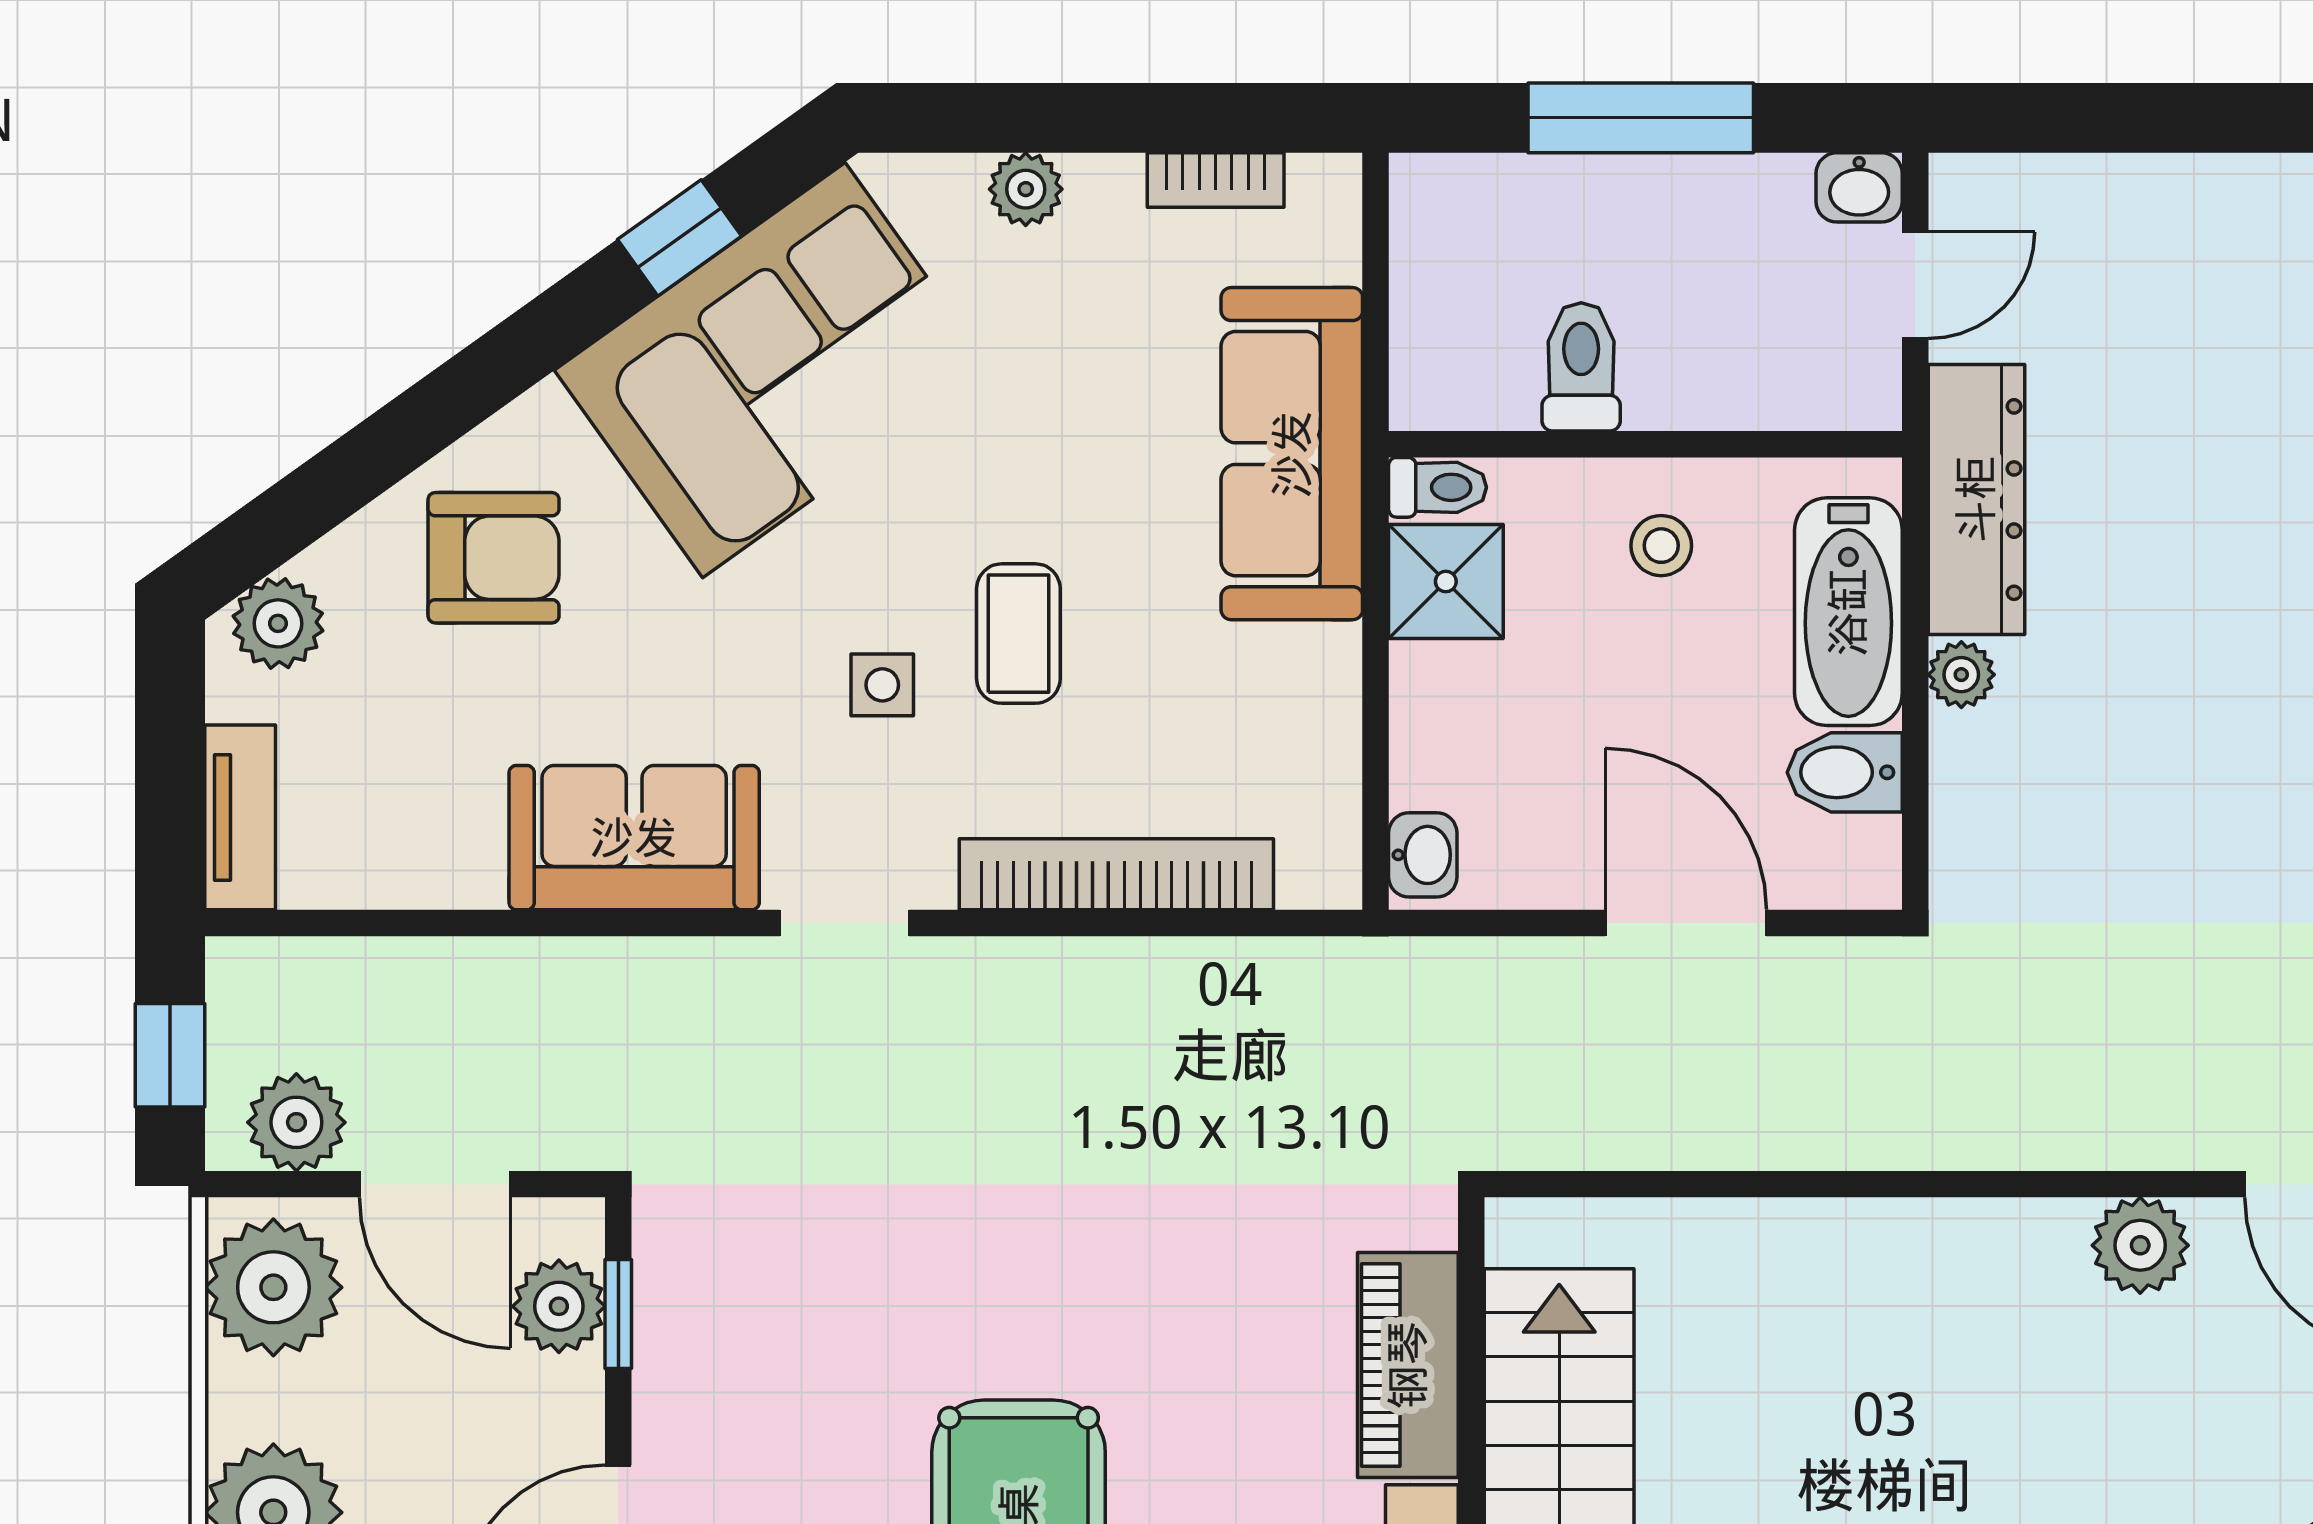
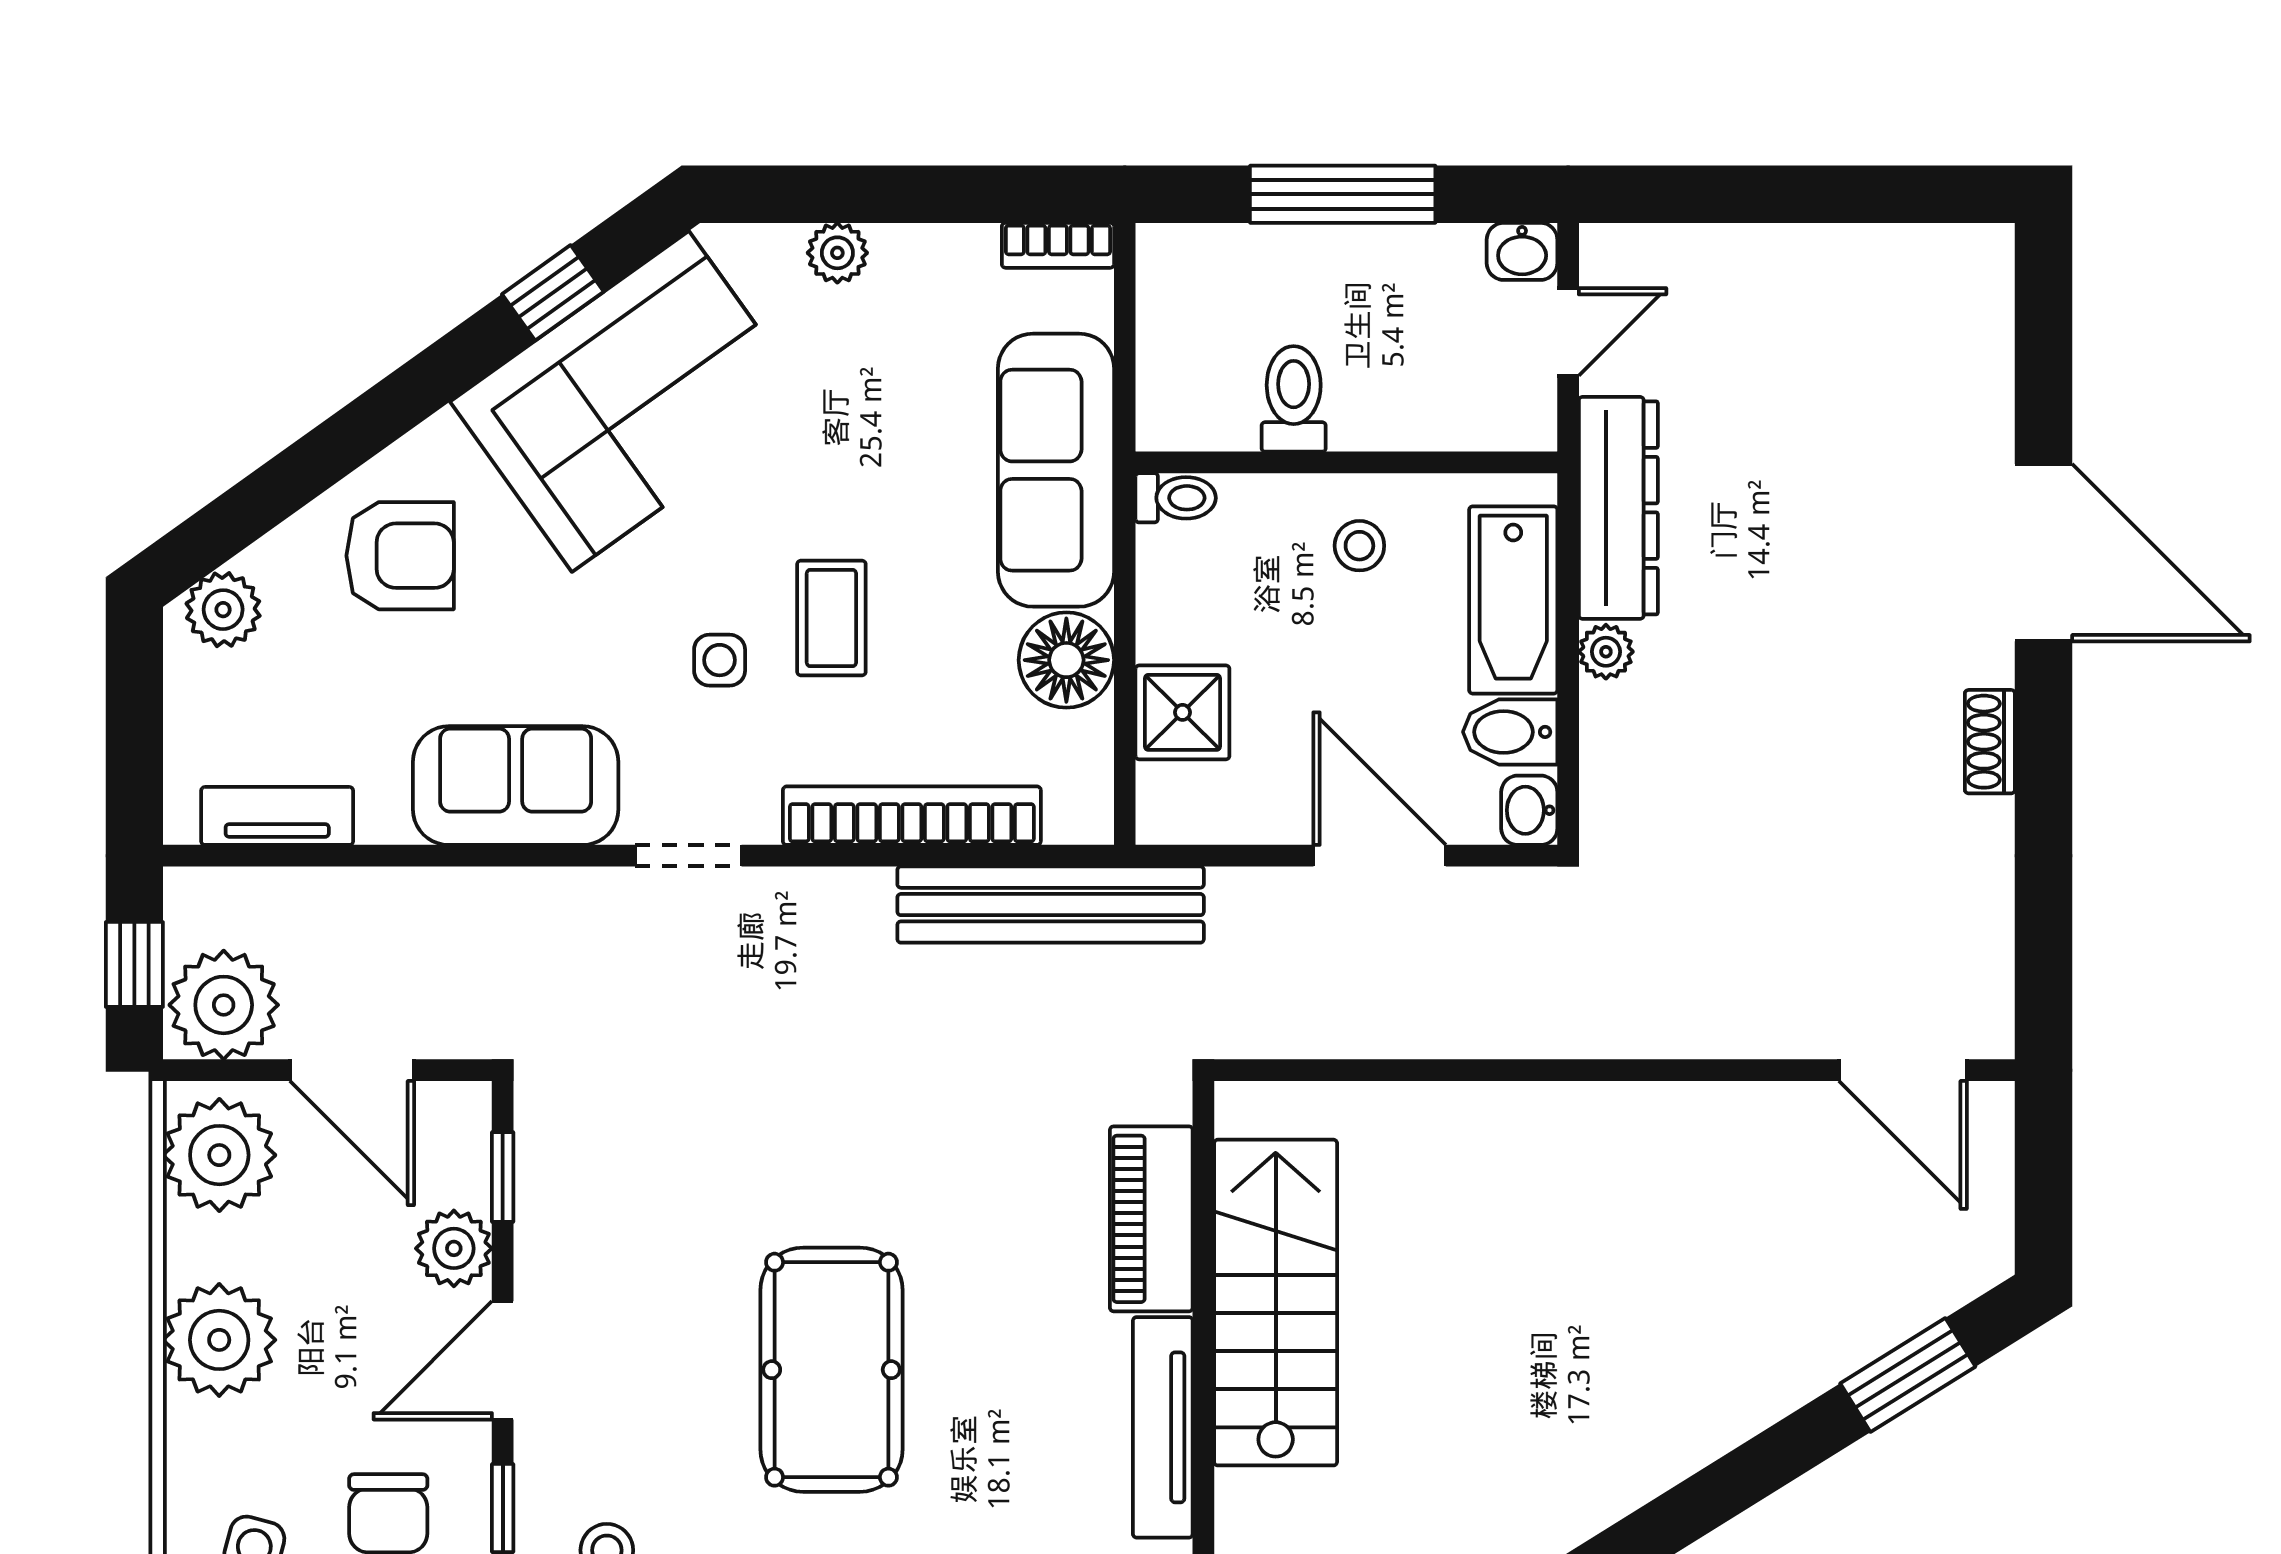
bookcase: (1216, 180) -> (1058, 245), moved
shower: (1446, 582) -> (1182, 712), moved
floor lamp: (1304, 685) -> (1066, 660), added
tv unit: (240, 817) -> (277, 816), moved, turned -90
washbasin: (1423, 855) -> (1529, 810), moved, turned 180
bench: (1285, 982) -> (1051, 905), added
plant: (296, 1122) -> (224, 1005), width x1.36, depth x1.36
plant: (2140, 1245) -> (1753, 1120), removed
plant: (559, 1306) -> (454, 1248), moved

